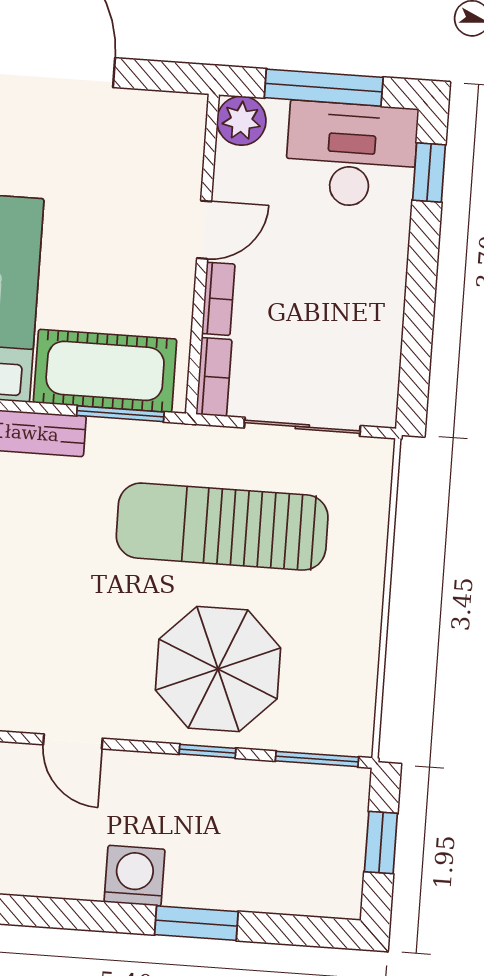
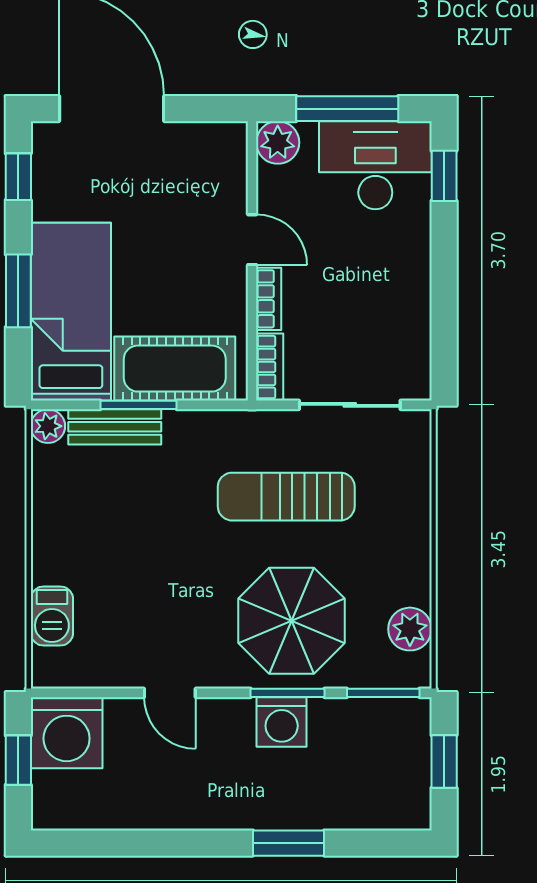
door: (204, 230) -> (252, 240), hinge flipped
window: (120, 414) -> (139, 405), moved
sun lounger: (222, 527) -> (286, 497), width x0.73, depth x0.75
plant: (353, 688) -> (410, 629), added
window: (207, 751) -> (287, 693), width x1.50
washing machine: (135, 876) -> (282, 722), moved, turned 180

